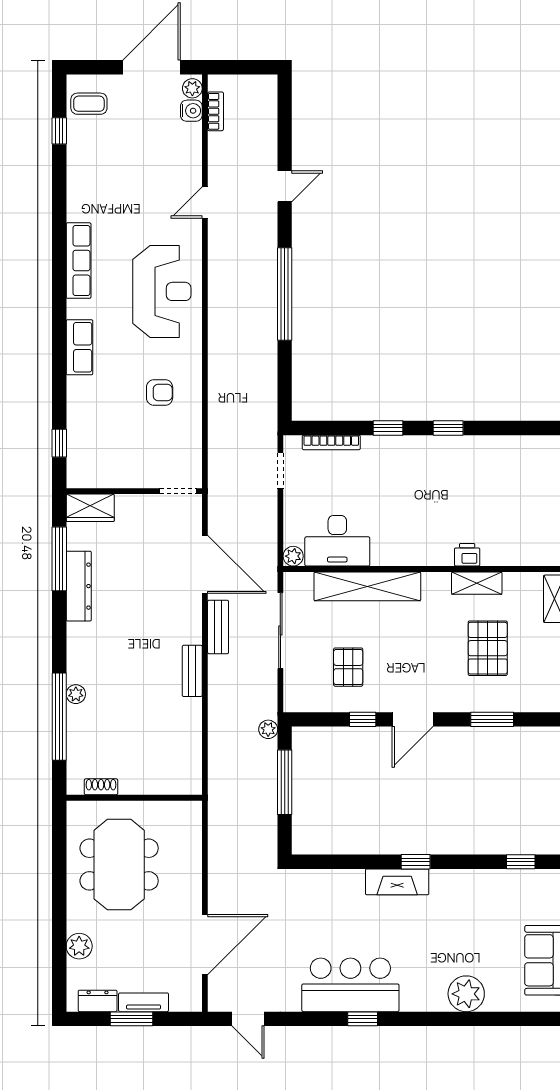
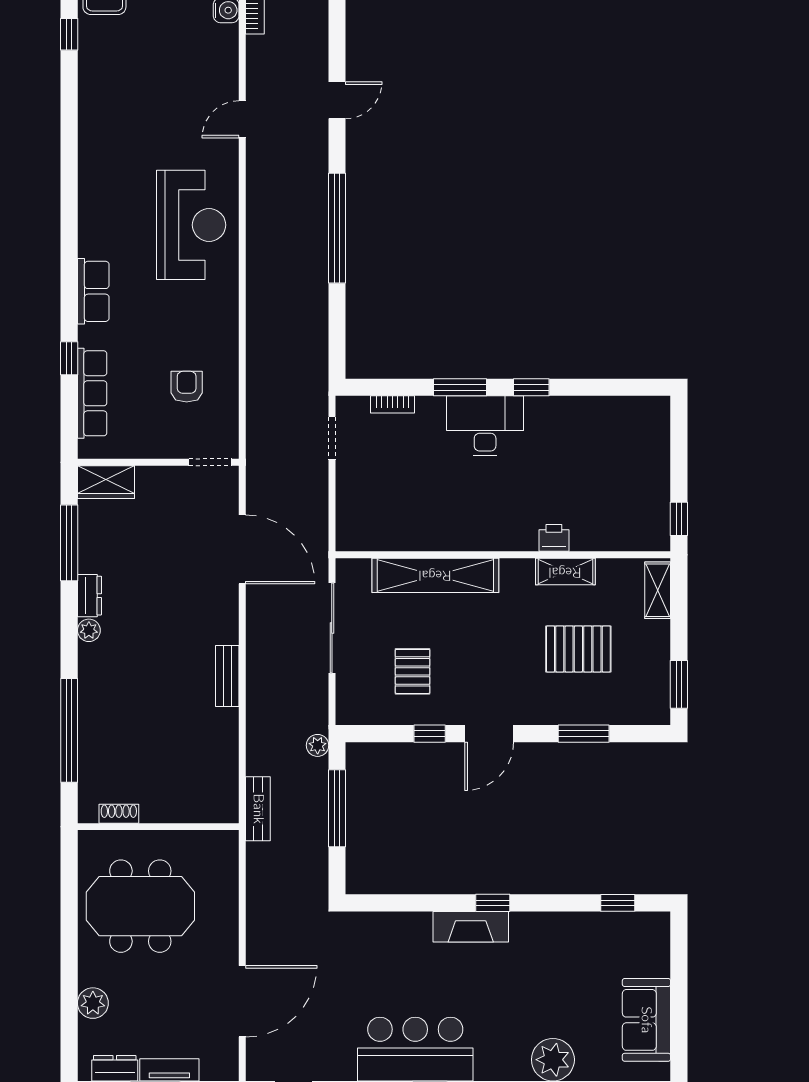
row of seats: (79, 261) -> (92, 393), moved
armchair: (160, 392) -> (187, 387), moved, turned -90
window: (388, 428) -> (460, 387), width x1.50
bookcase: (331, 442) -> (392, 404), width x0.64
window: (59, 443) -> (69, 358), moved
desk: (337, 541) -> (485, 426), moved, turned 180
plant: (293, 556) -> (347, 540), removed
dresser: (79, 586) -> (89, 596), width x0.51, depth x0.80
bench: (218, 627) -> (258, 809), moved
pallet: (488, 648) -> (578, 649), turned 90
plant: (76, 694) -> (89, 630), moved
meeting table: (119, 865) -> (140, 906), turned 90

